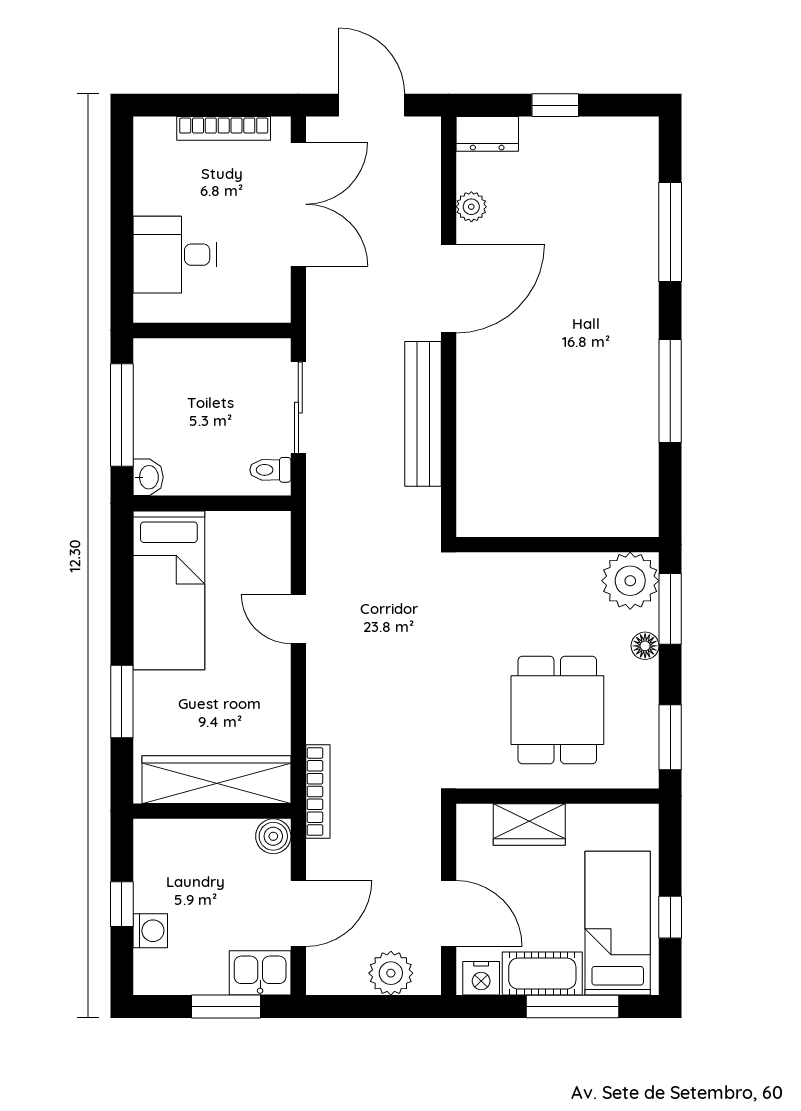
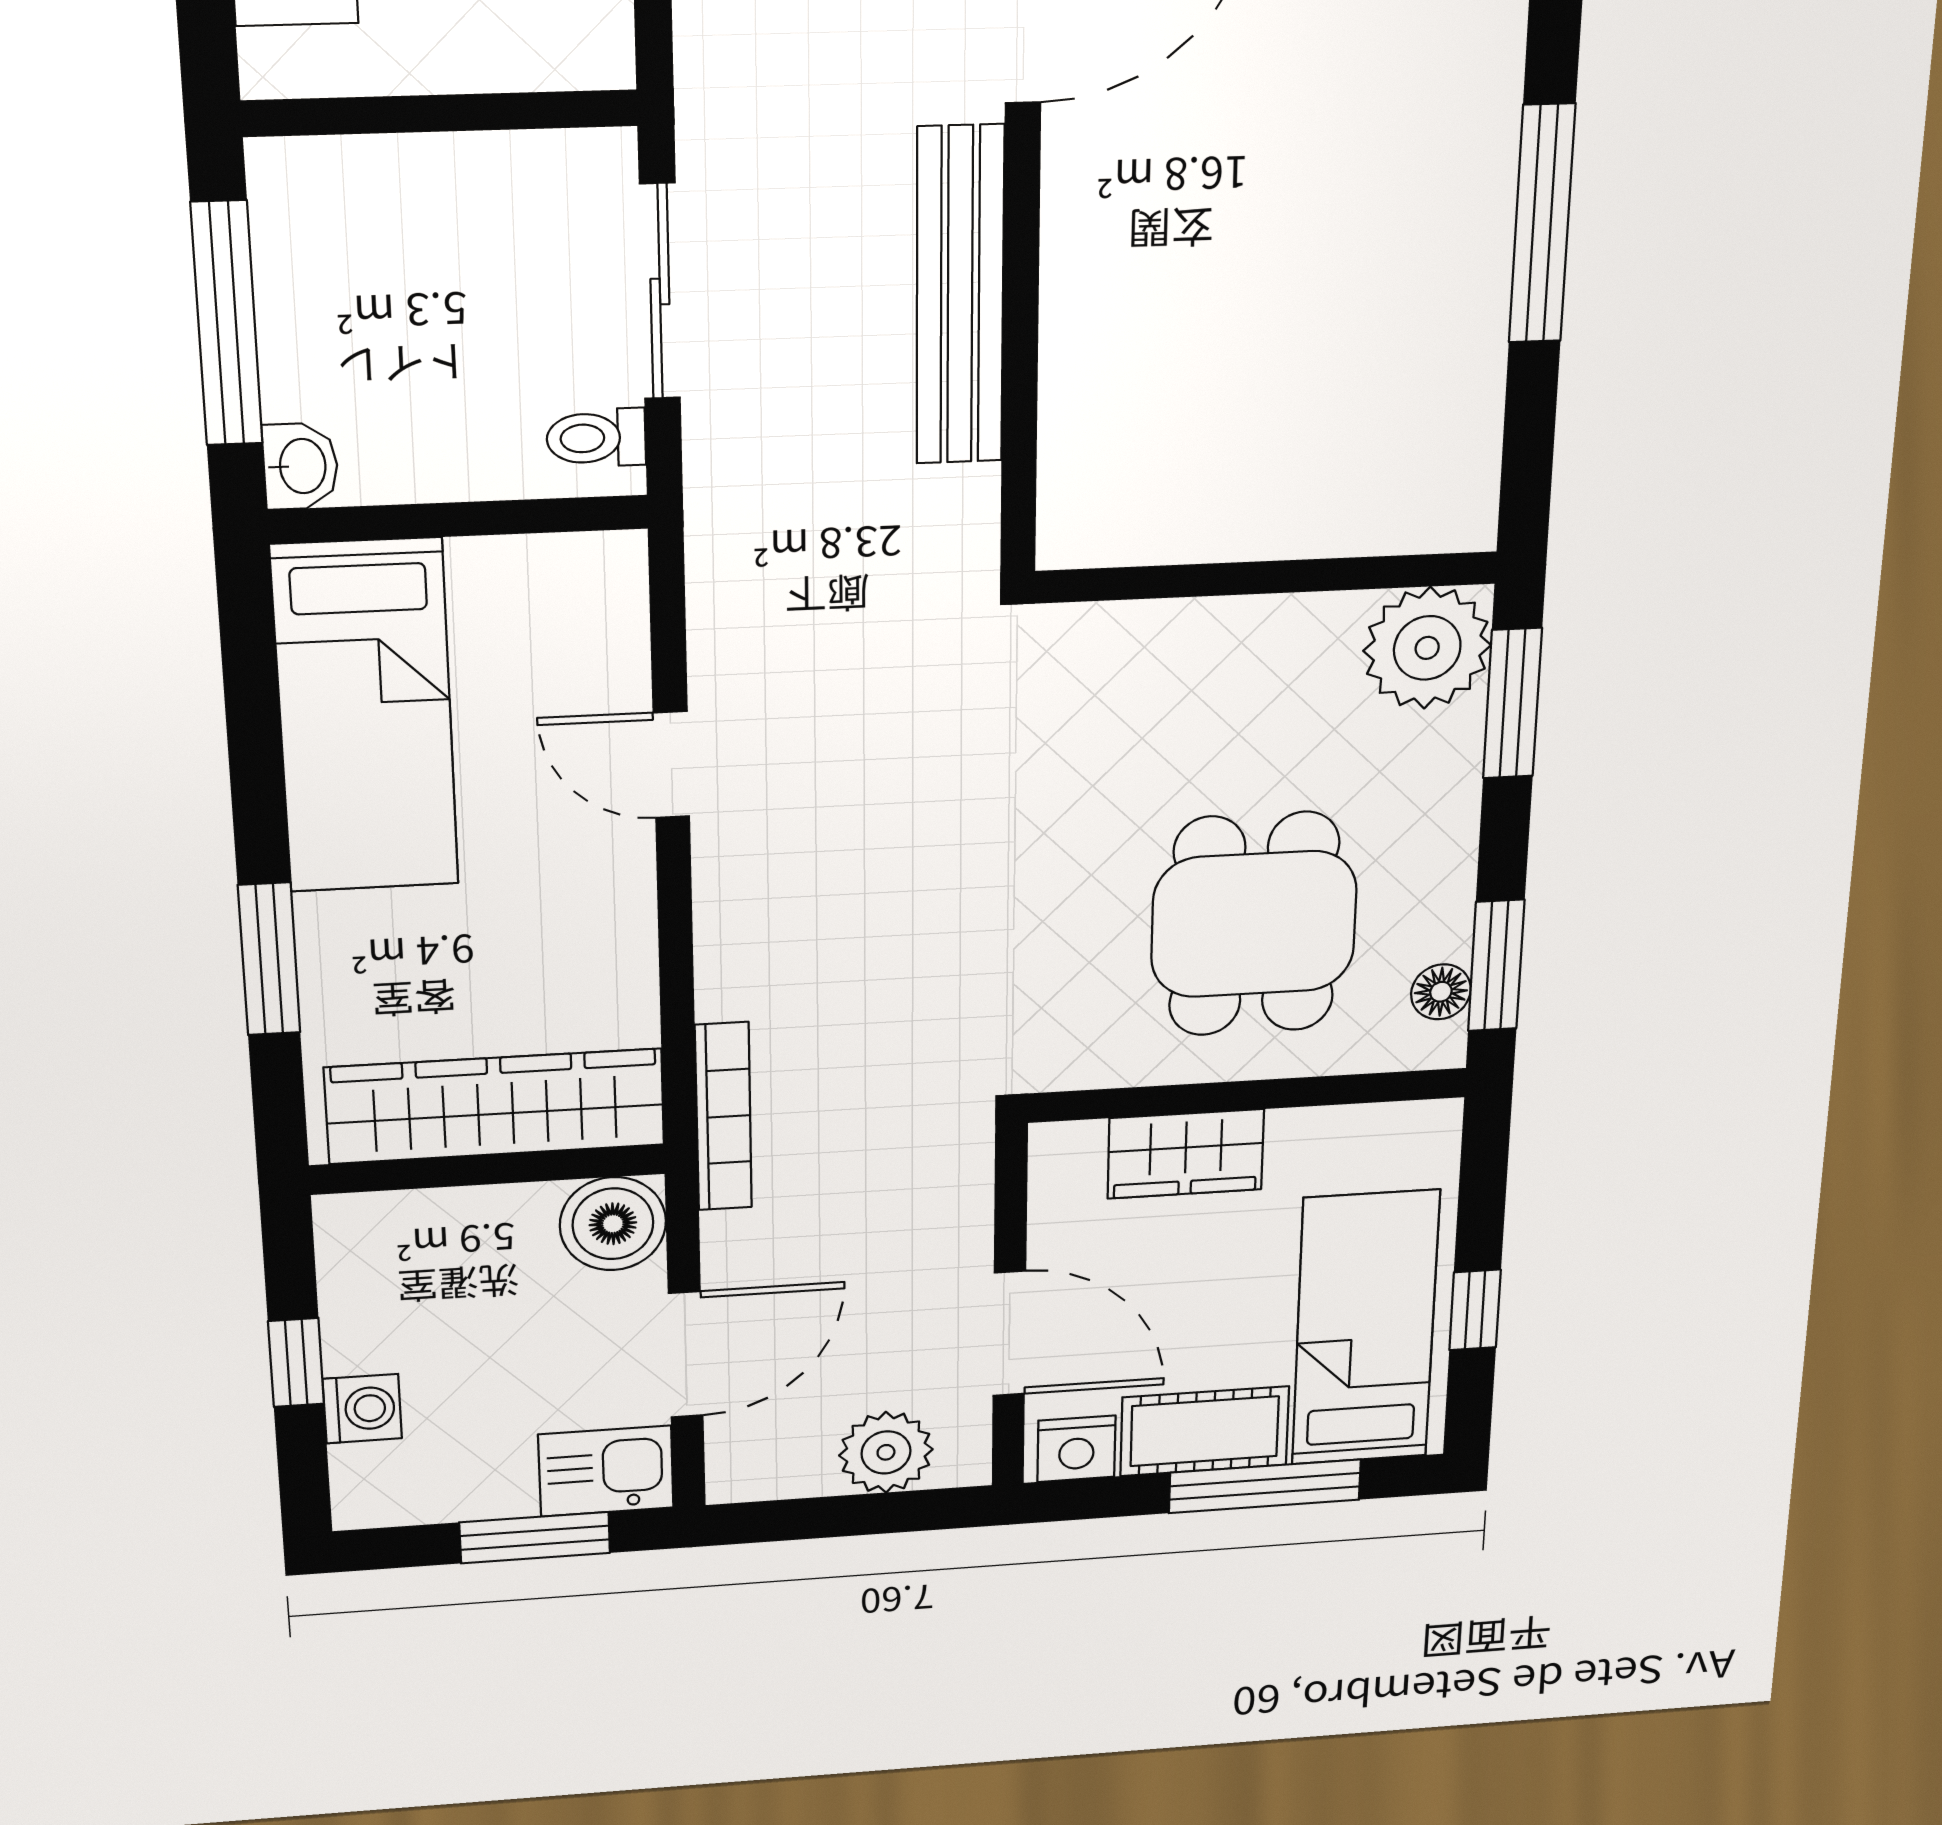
floor lamp: (645, 646) -> (1441, 992), moved
boiler: (273, 836) -> (613, 1224), width x1.36, depth x1.36

